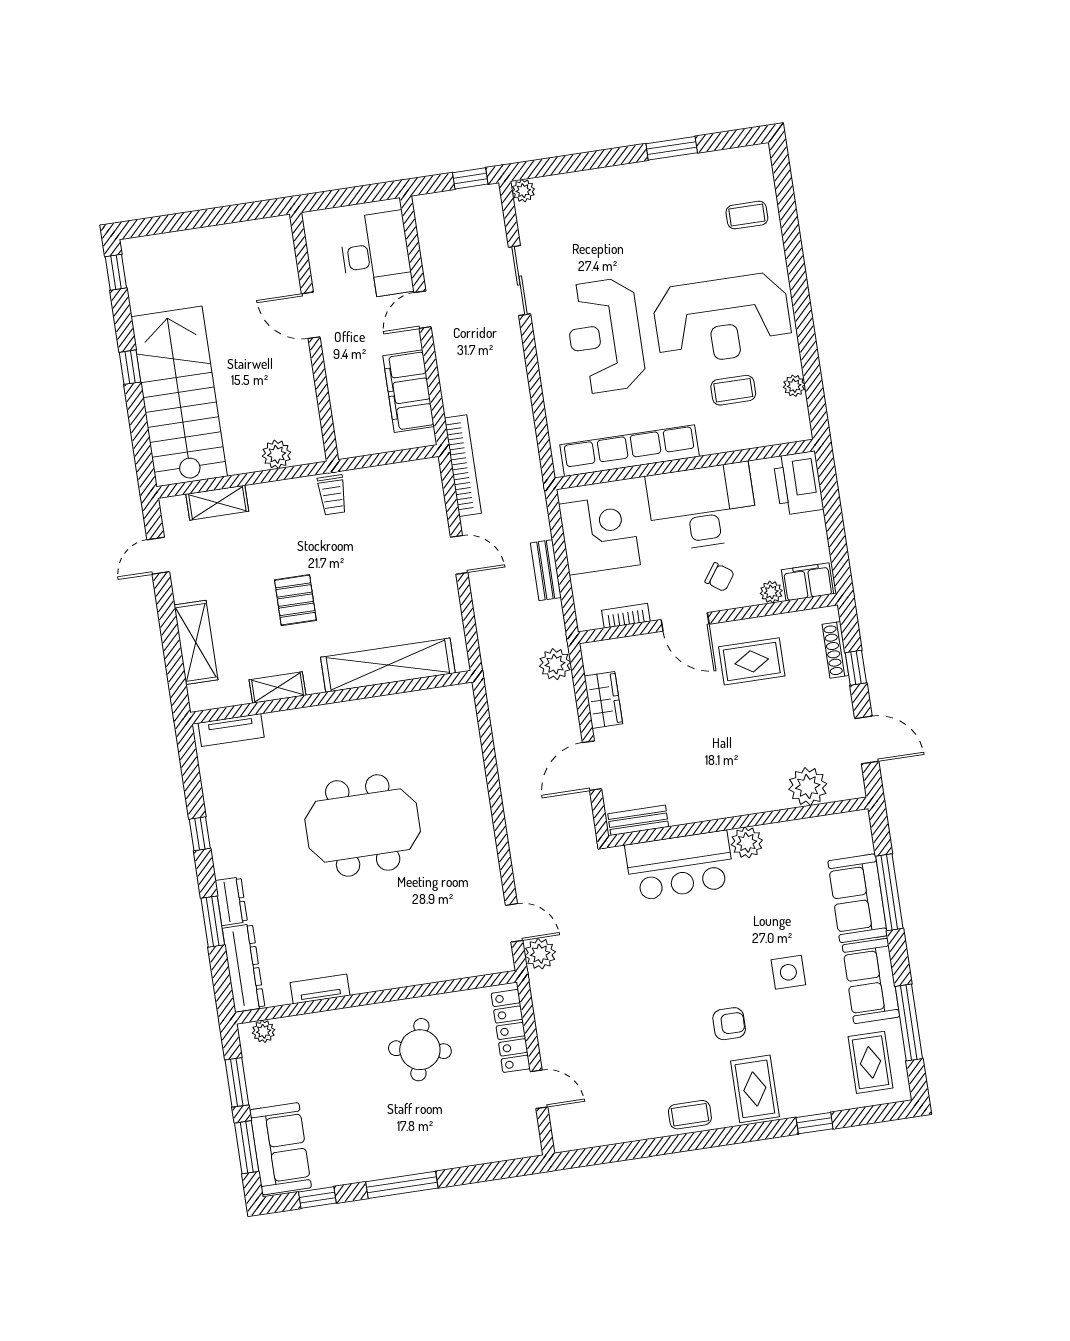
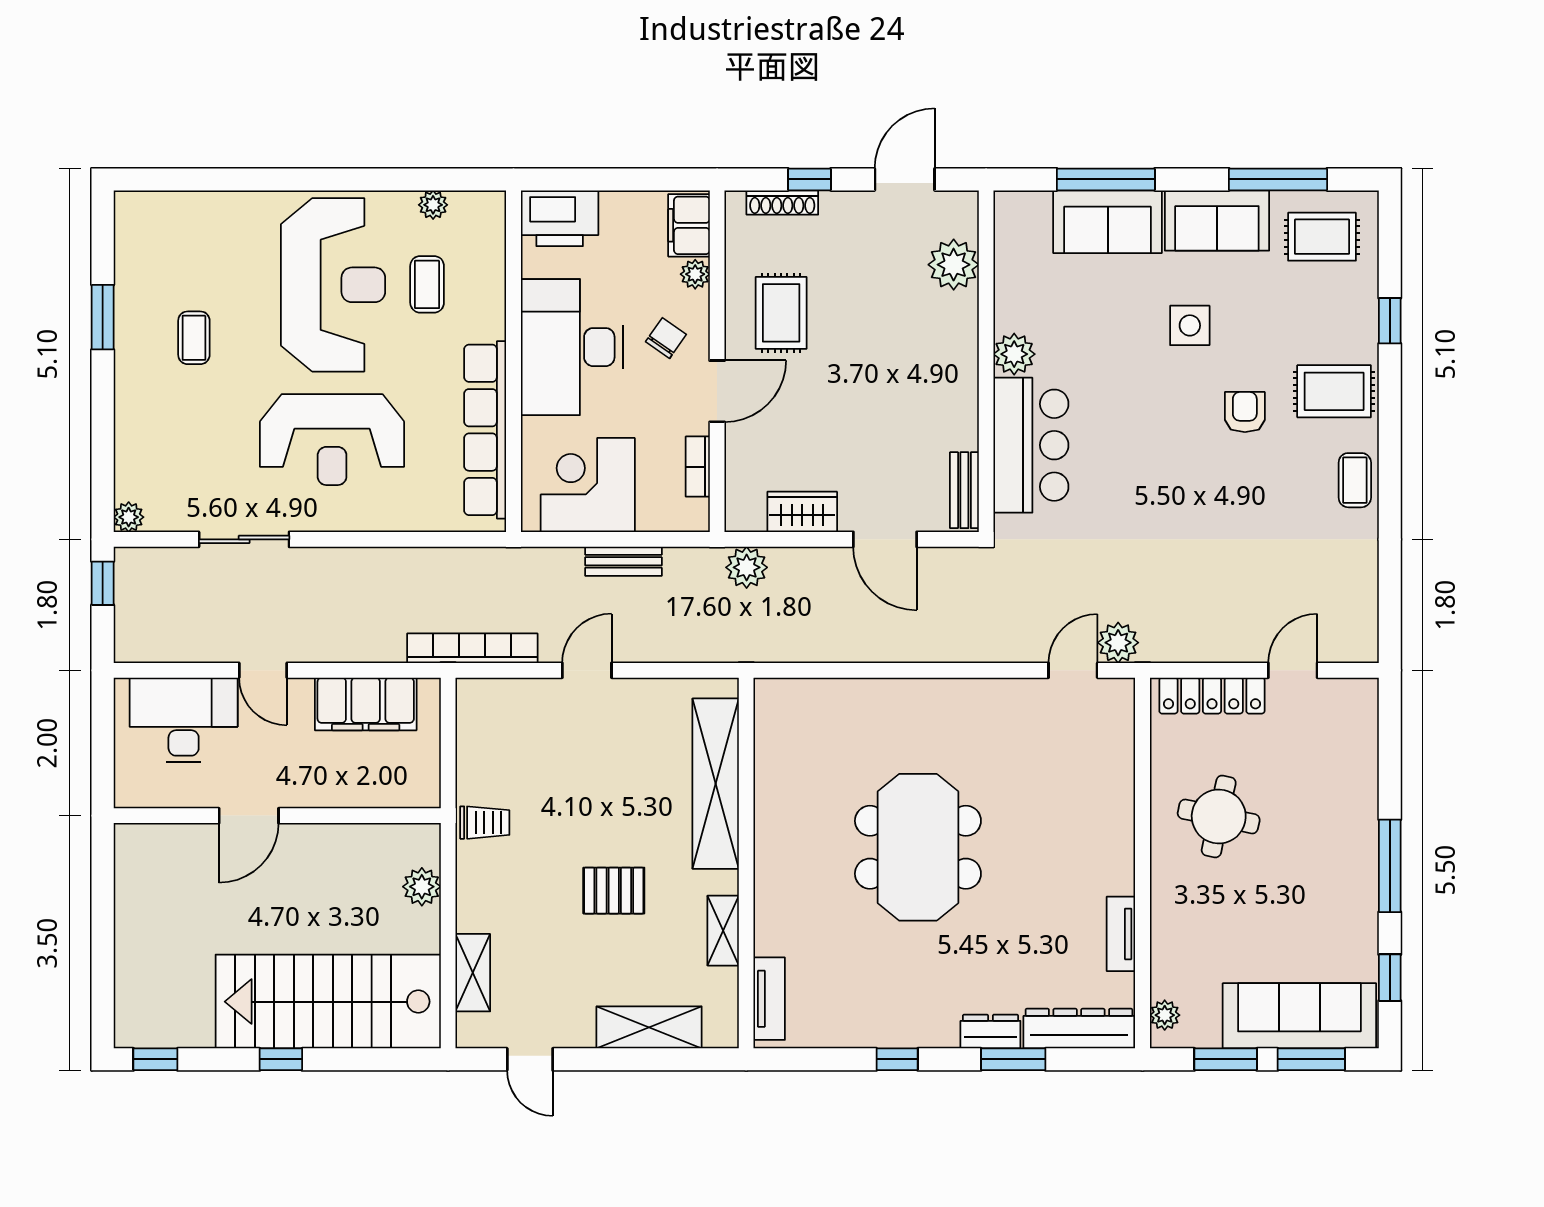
coffee table: (747, 215) -> (194, 338), moved
sofa: (280, 1149) -> (1299, 1016), width x1.36

